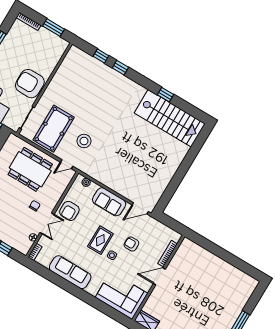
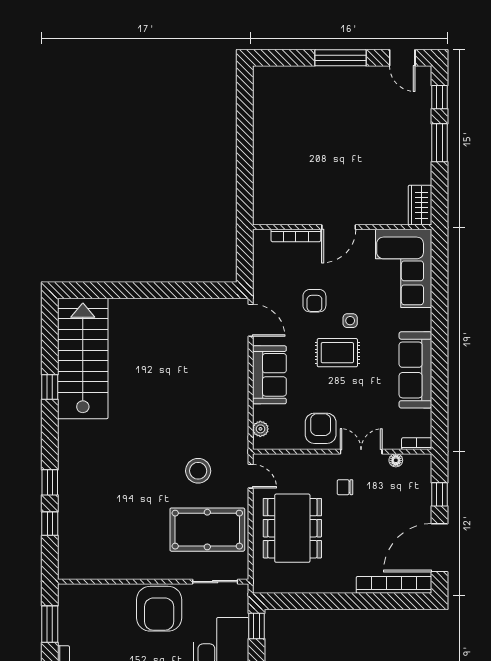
armchair: (69, 211) -> (321, 428), turned -90
door: (159, 276) -> (339, 227), hinge flipped

